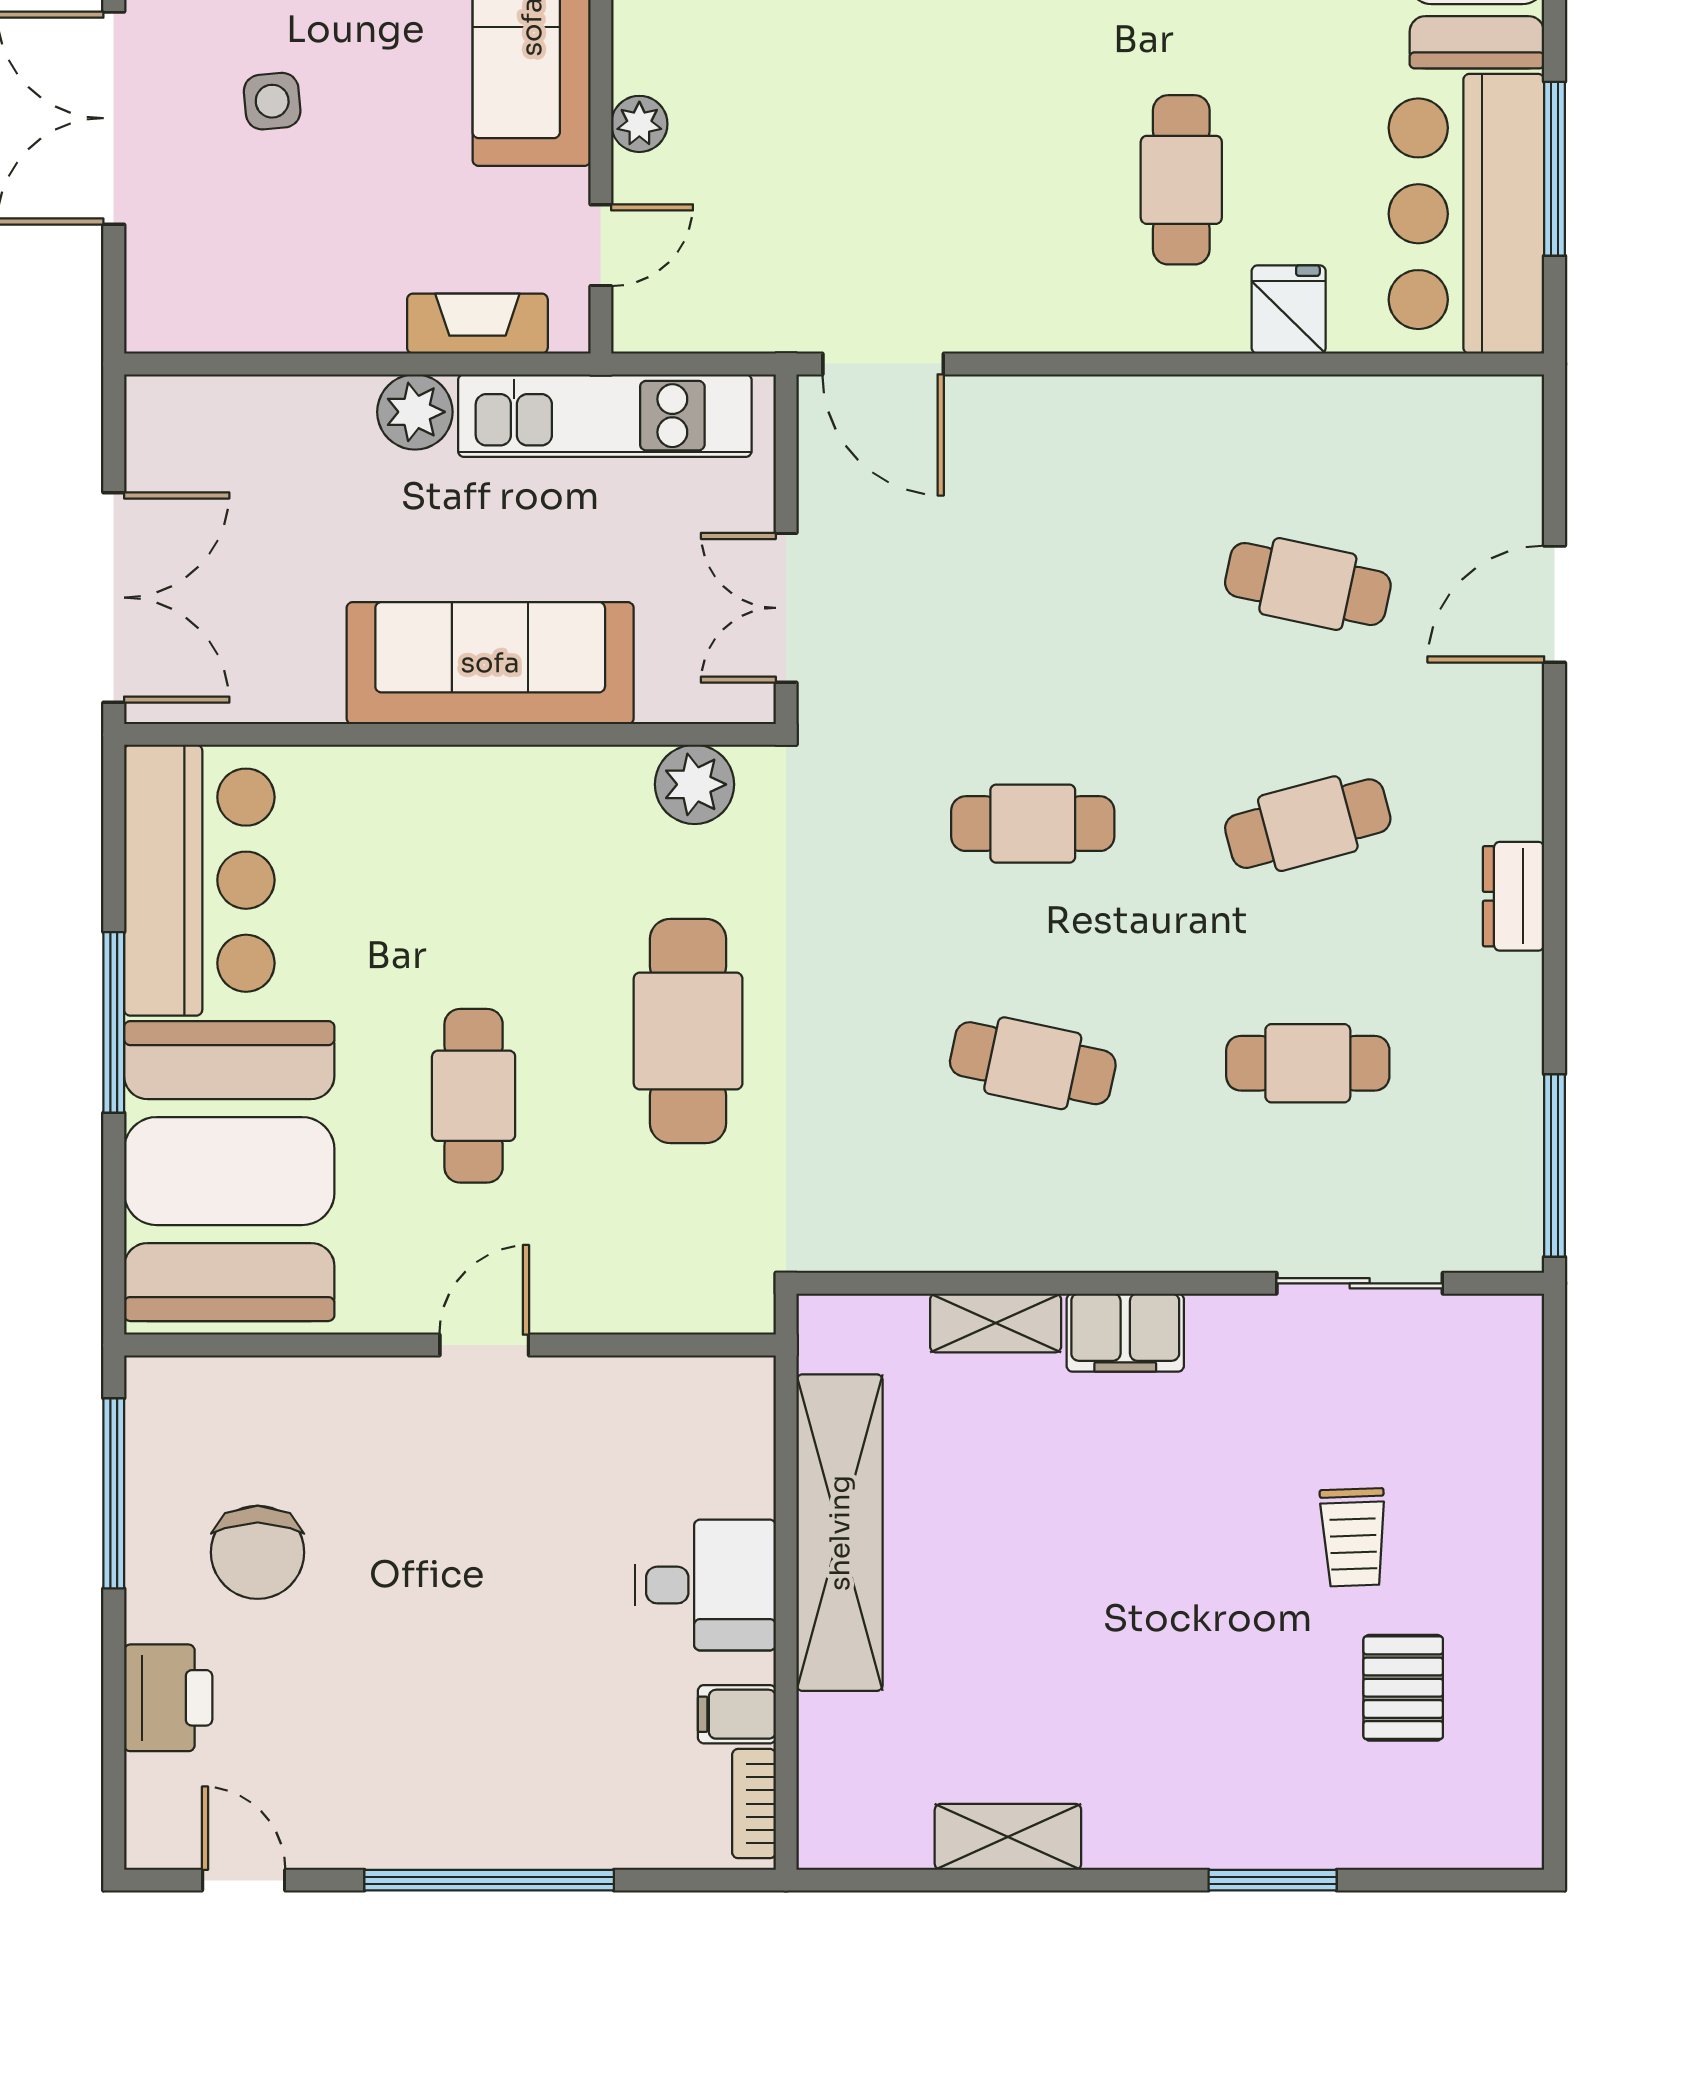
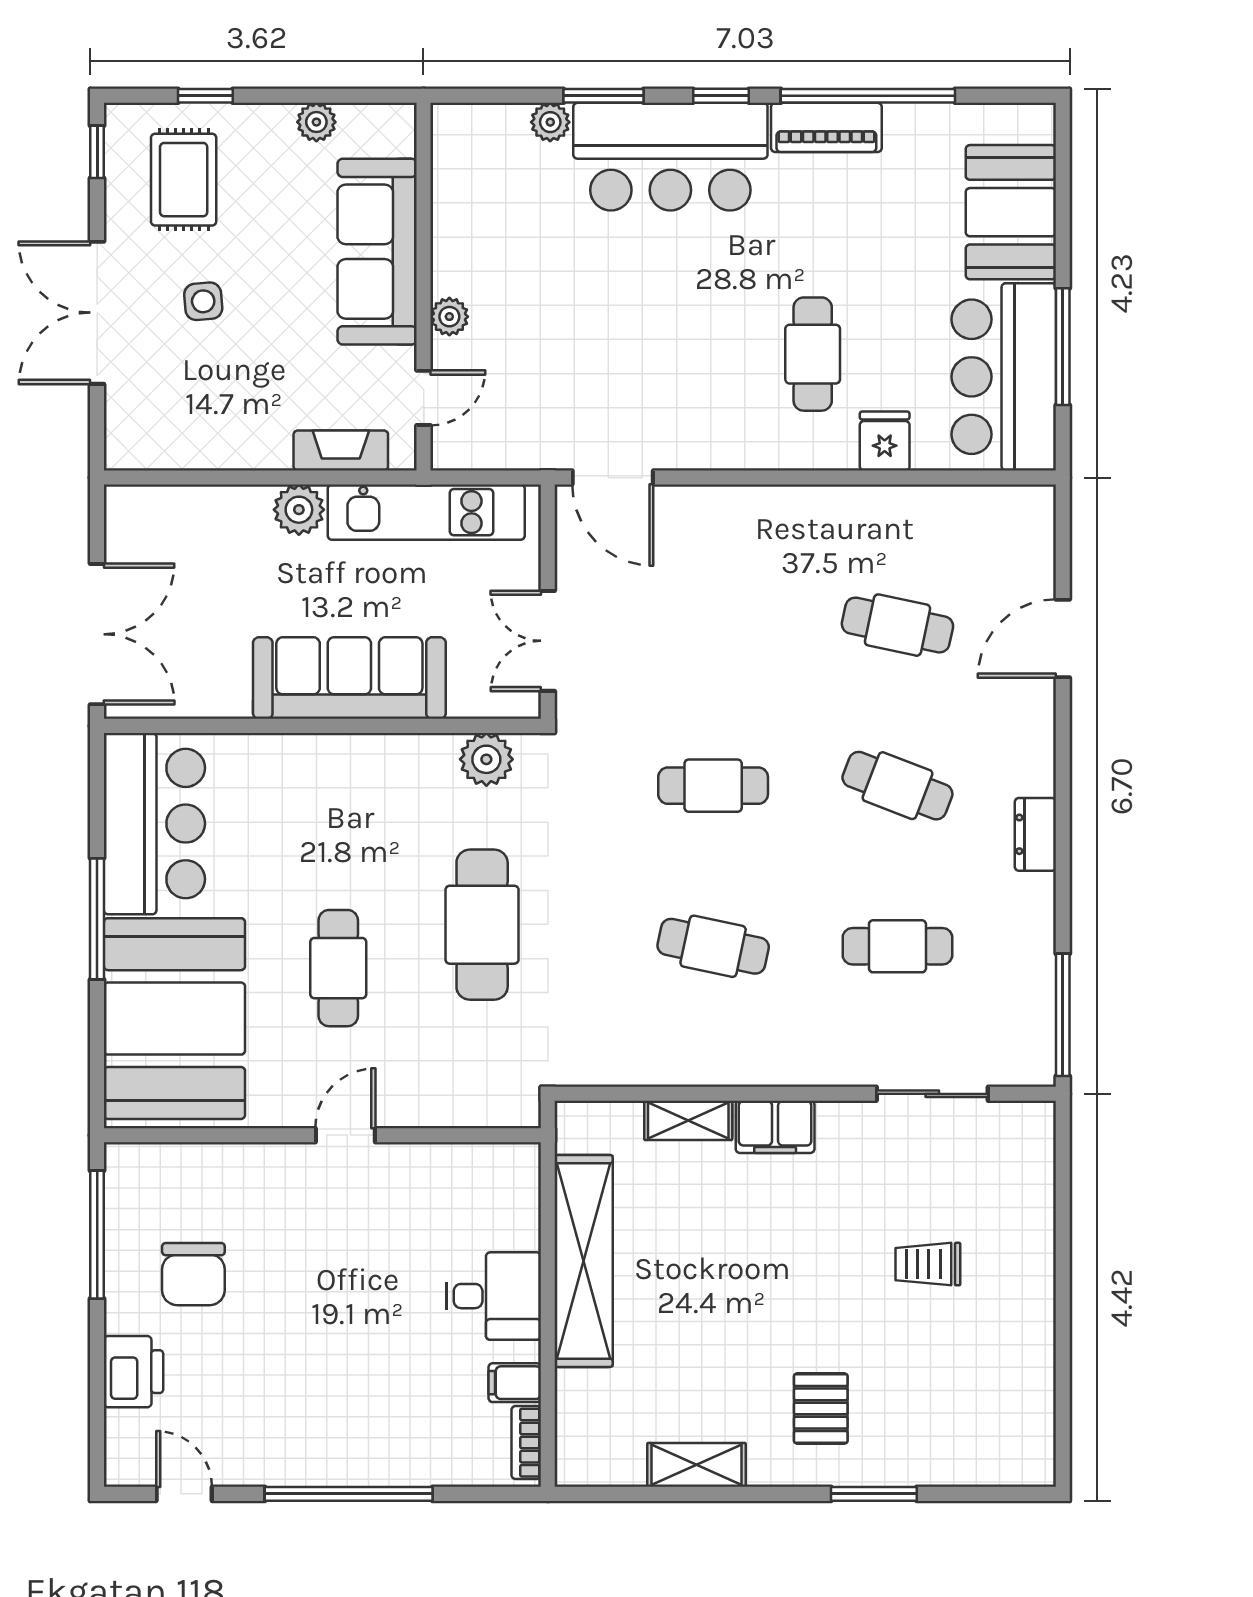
cafe table: (1308, 824) -> (897, 786), turned 36
trolley: (1353, 1537) -> (928, 1264), turned 92
pallet: (1403, 1688) -> (821, 1409), moved

